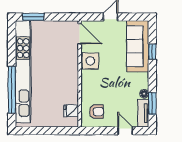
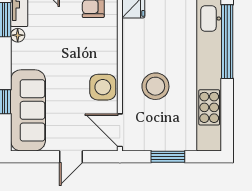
window: (33, 17) -> (168, 157), moved
stool: (57, 62) -> (155, 86), added

